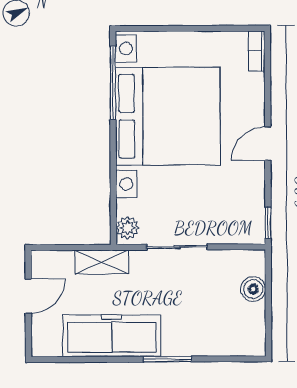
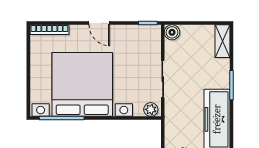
bookcase: (257, 51) -> (49, 30), width x1.56
shelving: (102, 262) -> (223, 41), moved
boiler: (253, 289) -> (172, 32), moved

